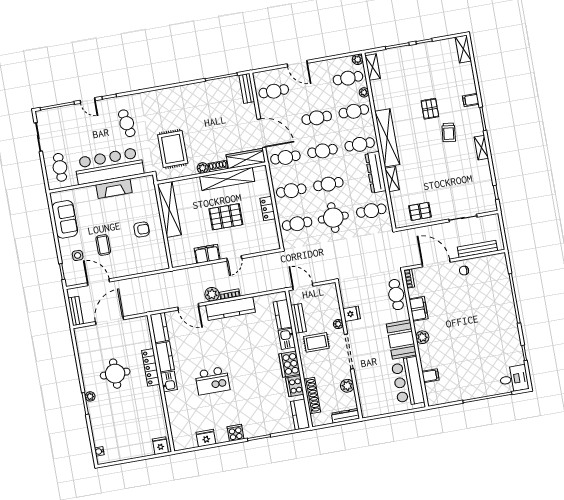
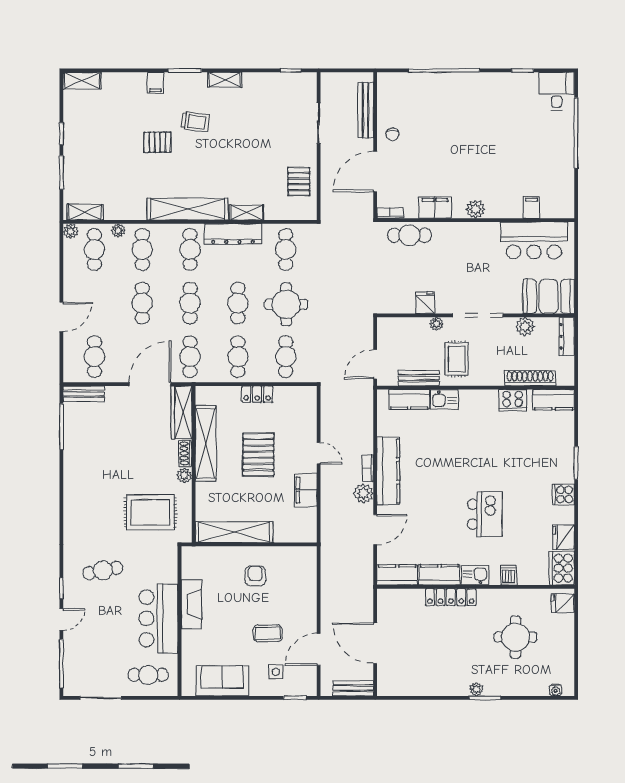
bar counter: (109, 166) -> (158, 618), width x0.73
booth: (401, 340) -> (549, 296), moved
cooker: (290, 364) -> (562, 568), moved, turned 90
round table: (115, 374) -> (516, 637), moved
dishwasher: (173, 405) -> (509, 575), added

